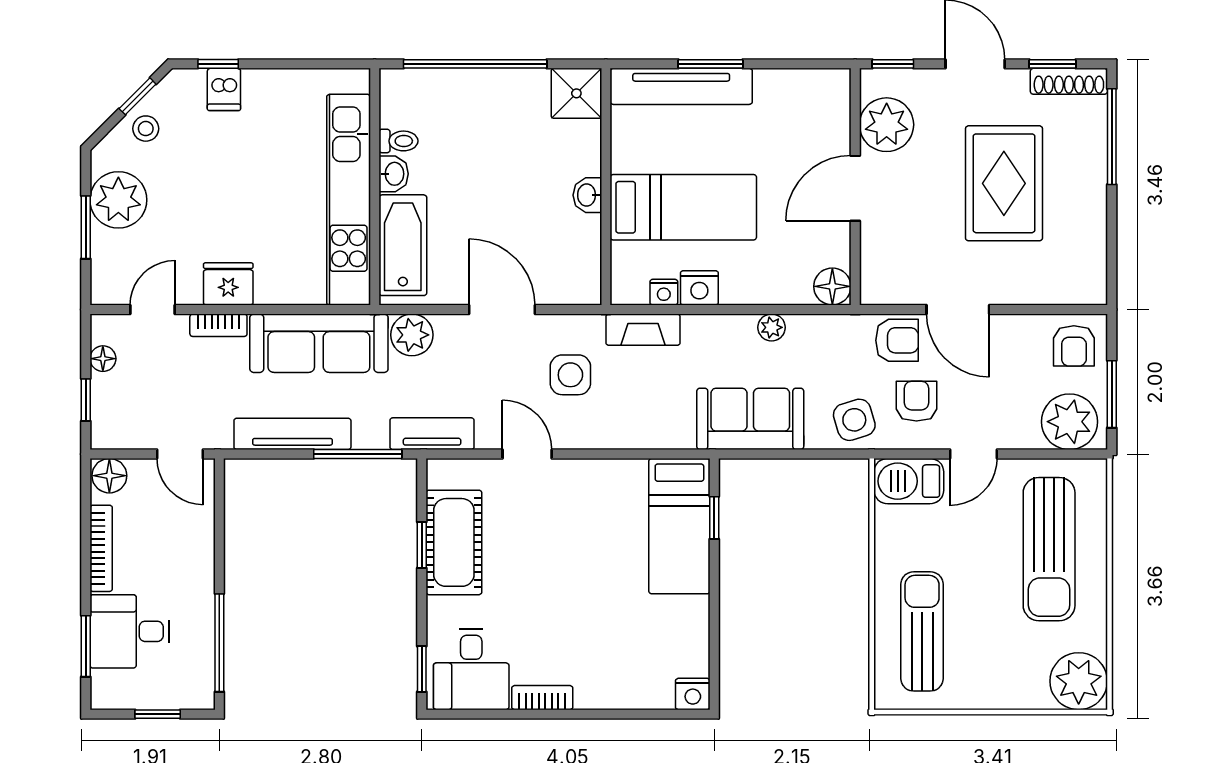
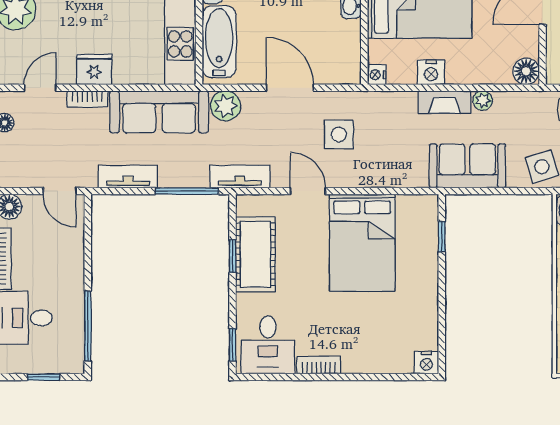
nightstand: (664, 292) -> (377, 75), moved, turned 90
fireplace: (643, 330) -> (444, 102), moved
tv unit: (292, 434) -> (128, 177), width x0.71
bed: (679, 526) -> (362, 243), moved, width x1.50

